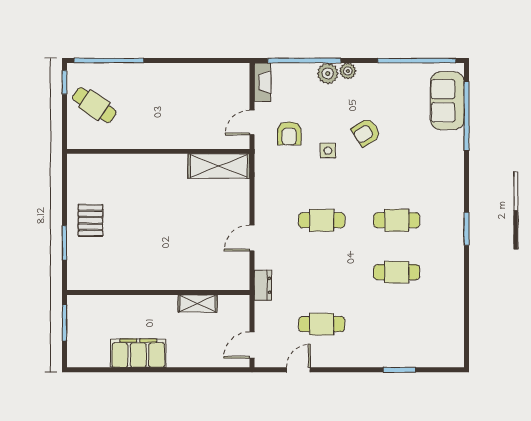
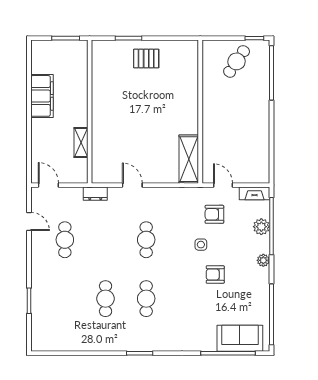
plant: (328, 73) -> (261, 227), moved
armchair: (366, 132) -> (215, 275), turned -58

